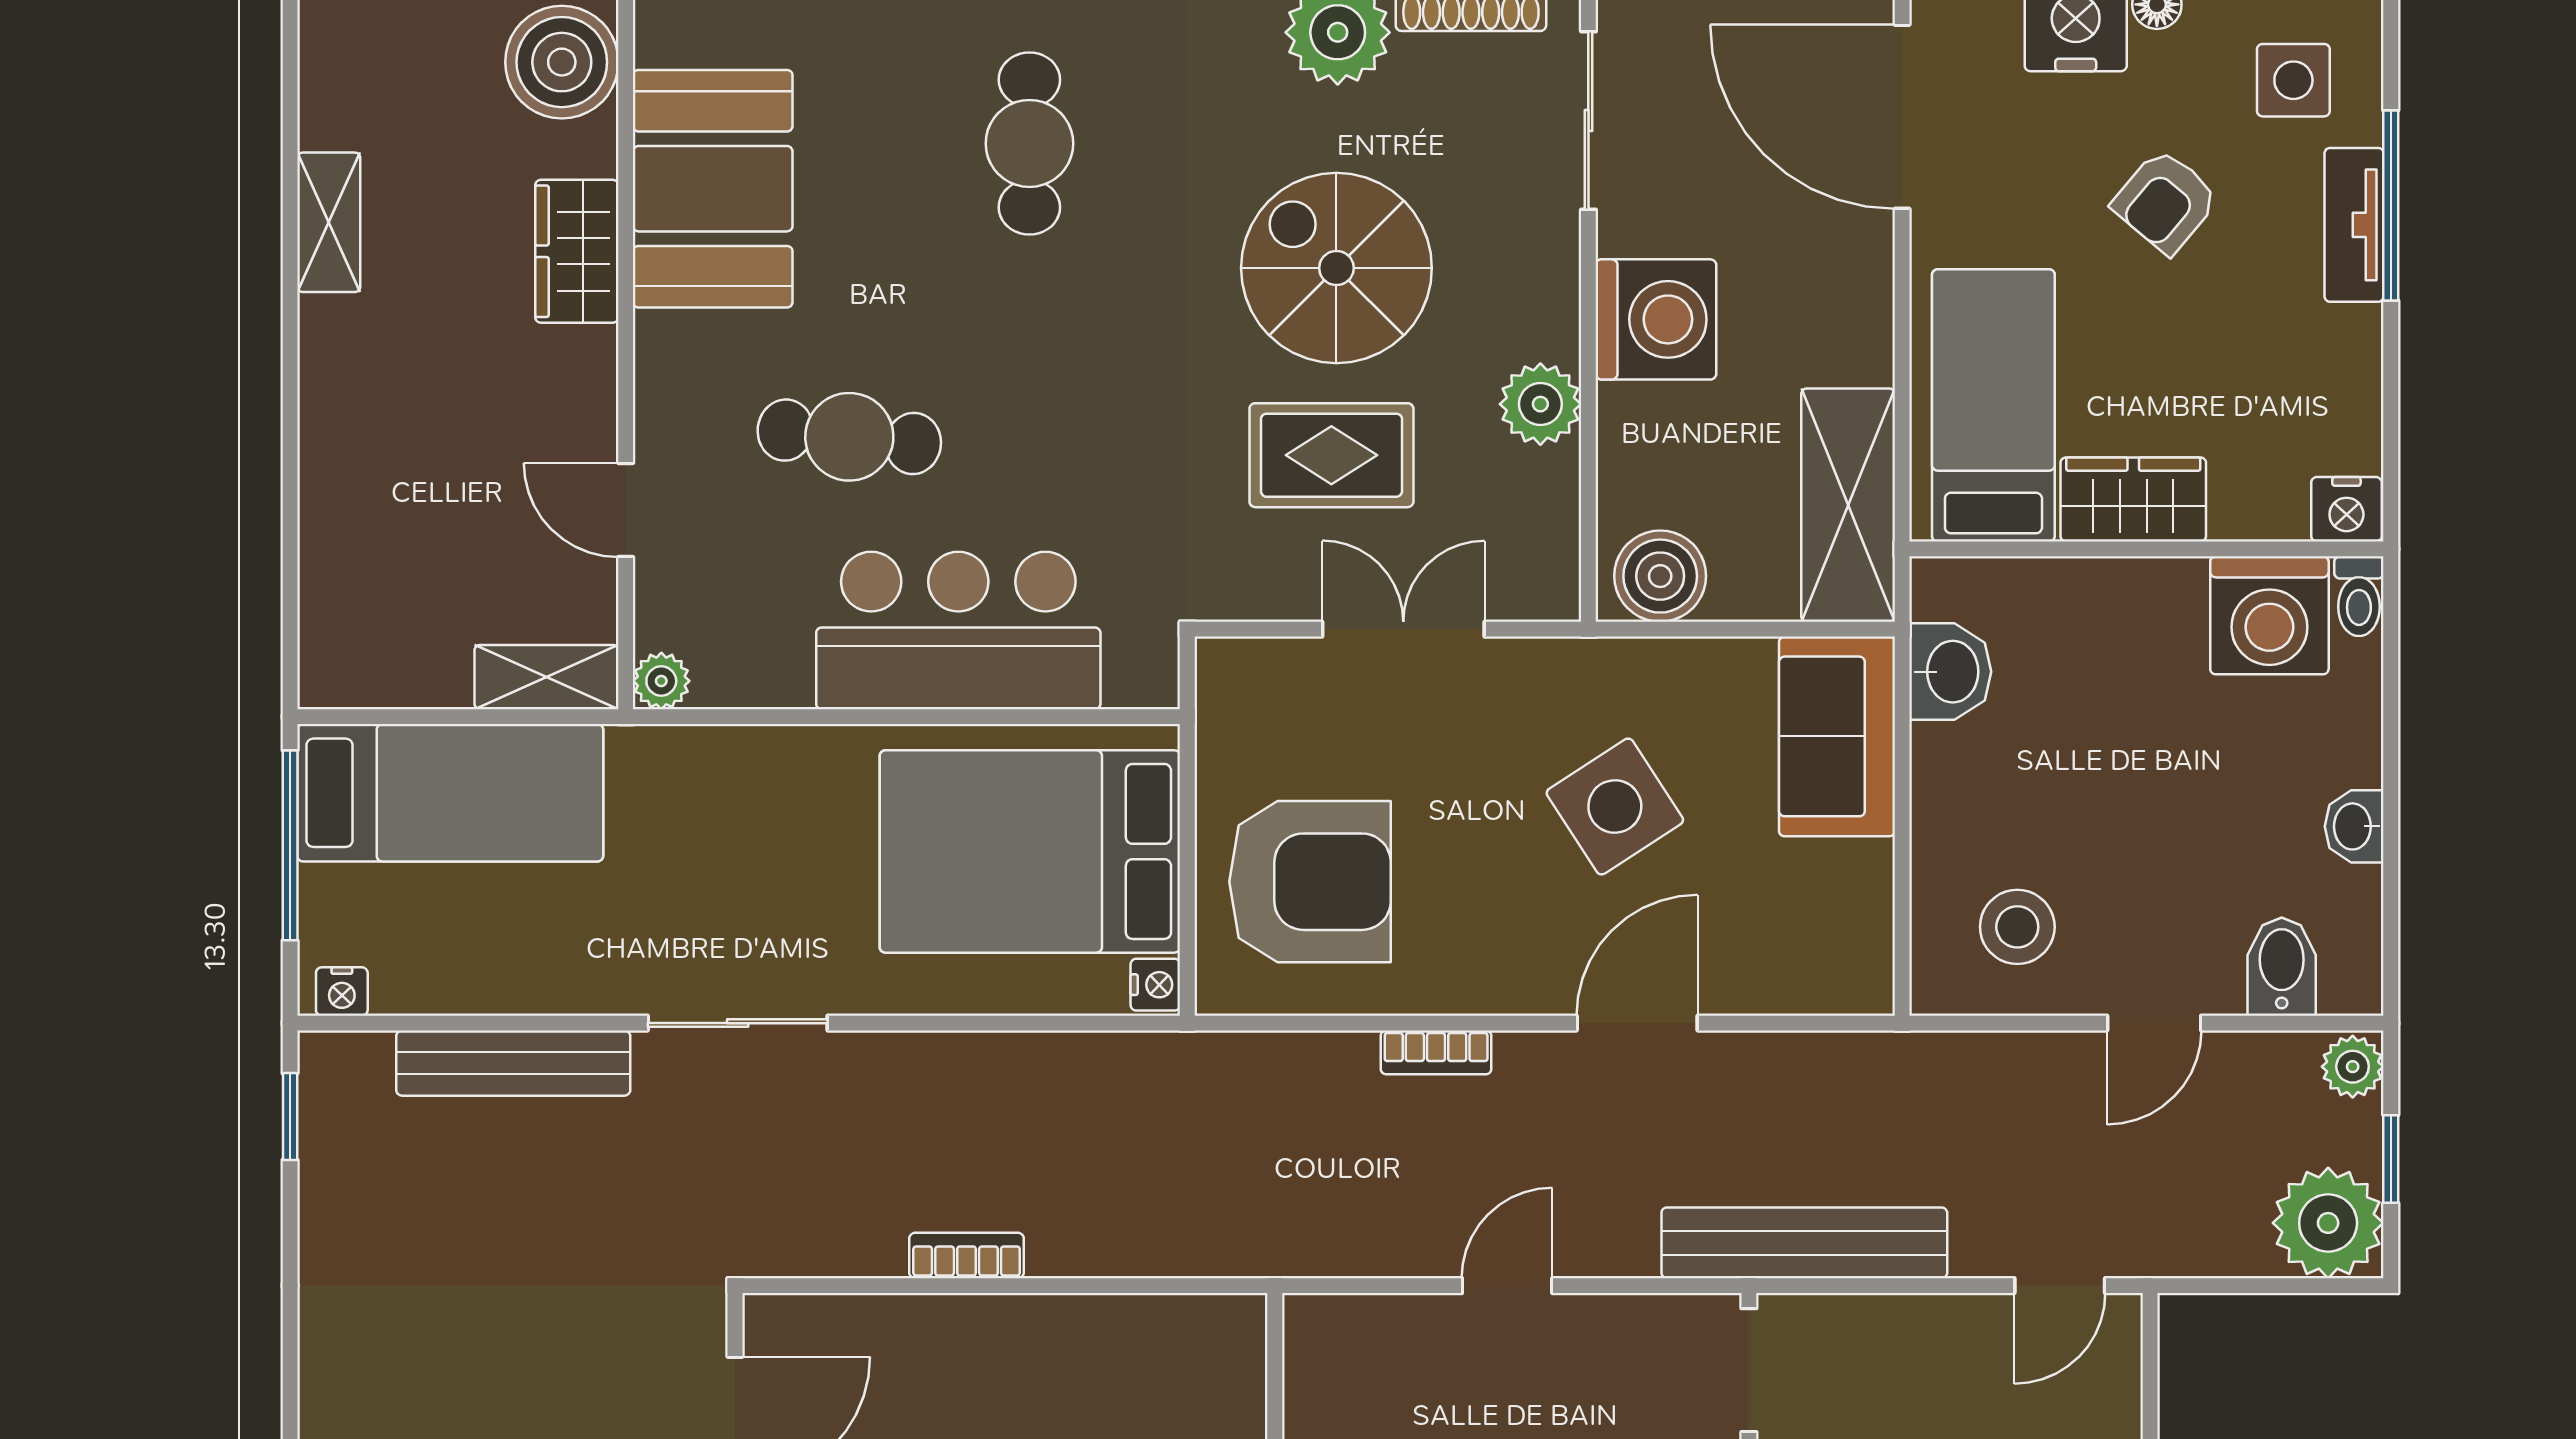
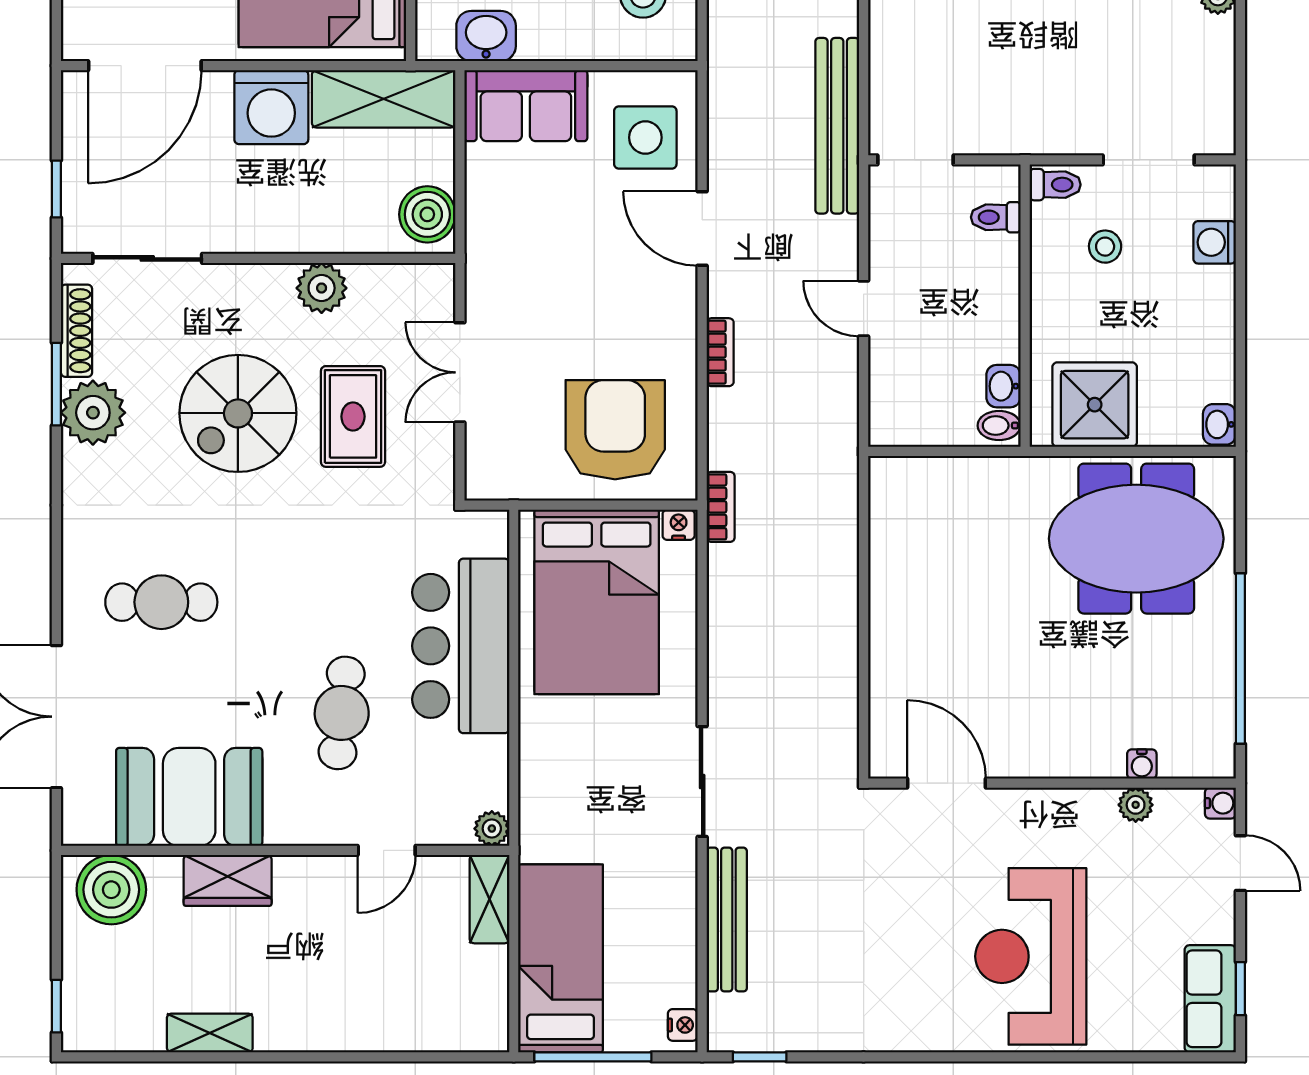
washing machine: (1656, 319) -> (271, 107), moved, turned 180
side table: (1615, 806) -> (645, 137), moved, turned 33
bookcase: (967, 1256) -> (721, 507), moved, turned 180

